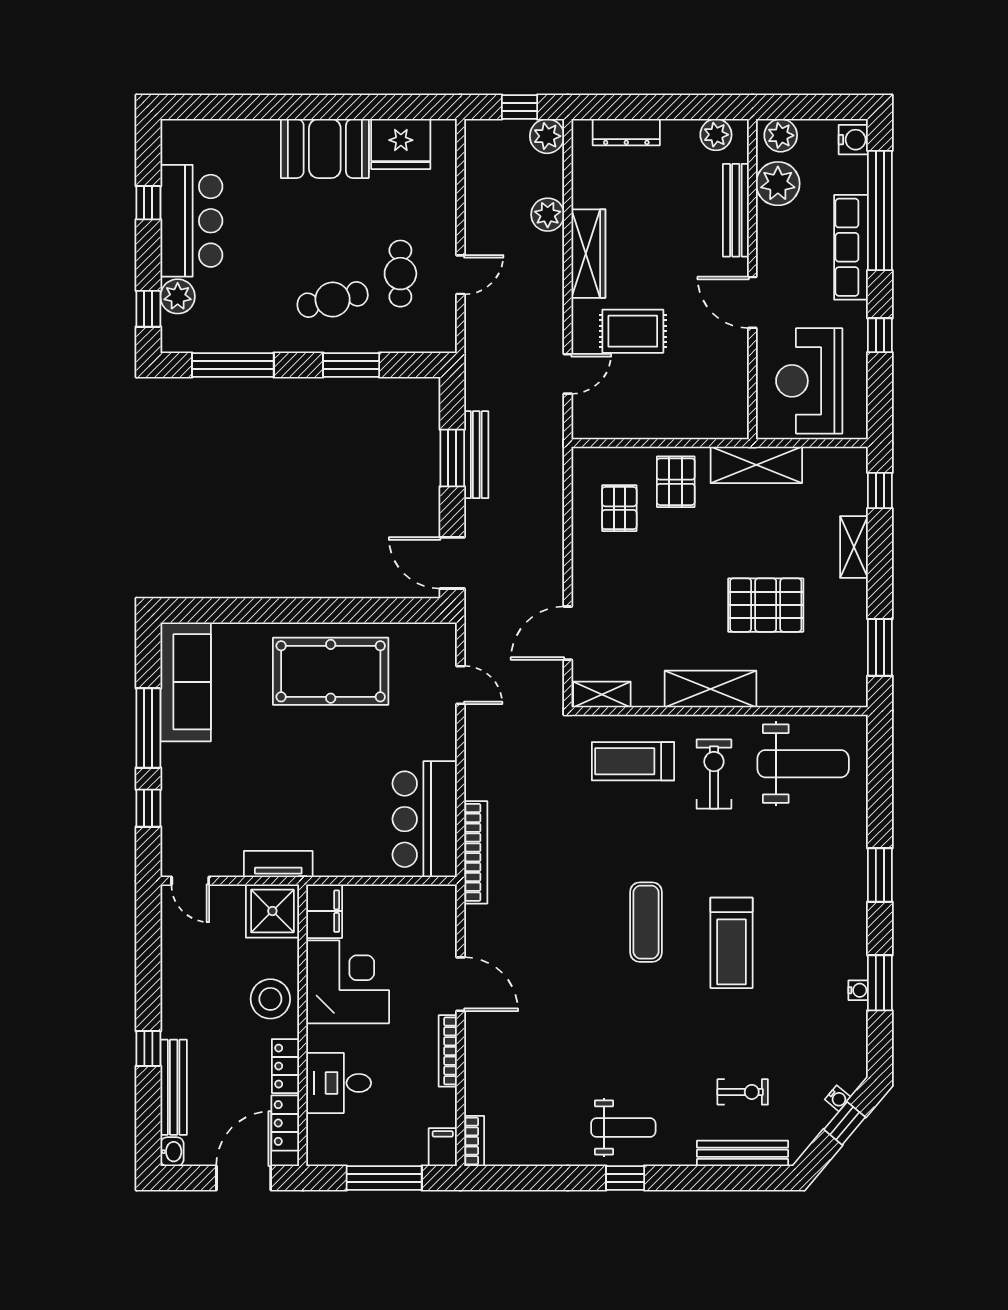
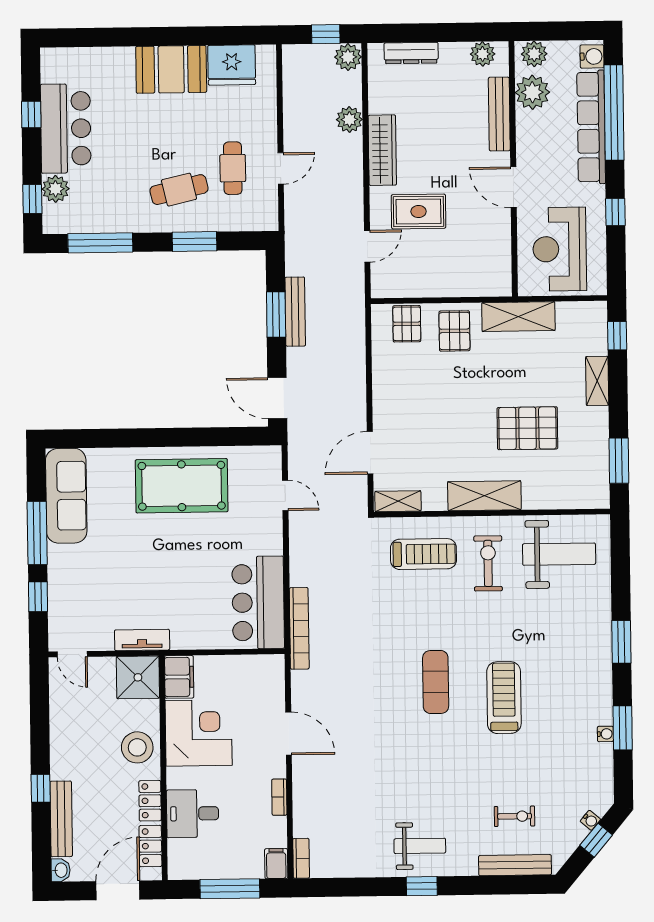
row of seats: (851, 247) -> (591, 127), width x1.36
pallet: (619, 508) -> (407, 324), moved
treadmill: (633, 761) -> (423, 554), turned 180
treadmill: (731, 943) -> (504, 698), turned 180
bookcase: (448, 1051) -> (279, 797), width x0.64

